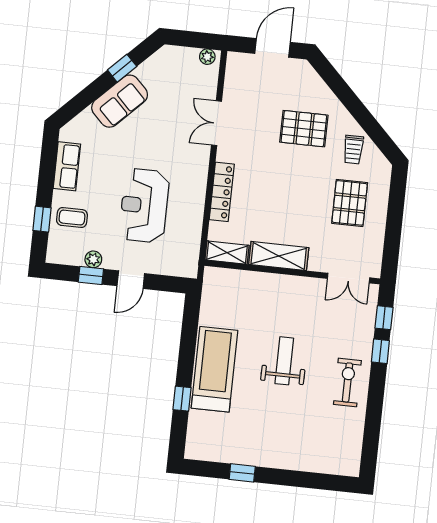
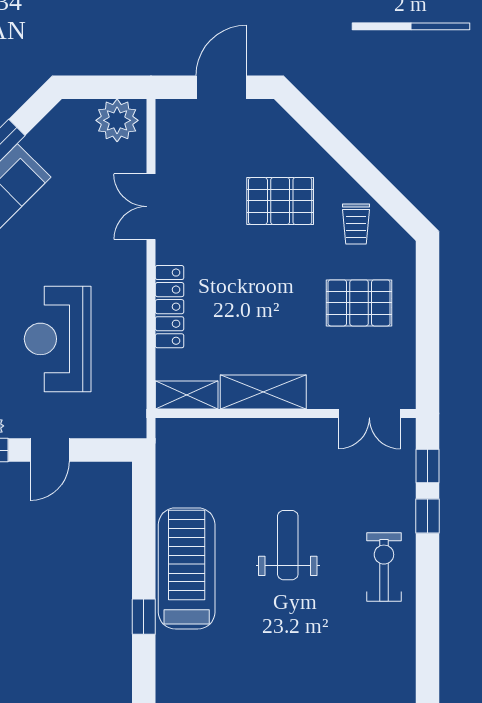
plant: (207, 57) -> (117, 120), width x1.87, depth x1.87
pallet: (350, 203) -> (359, 303), turned 90

